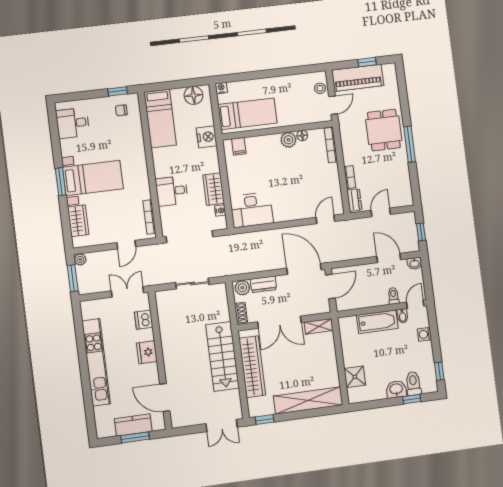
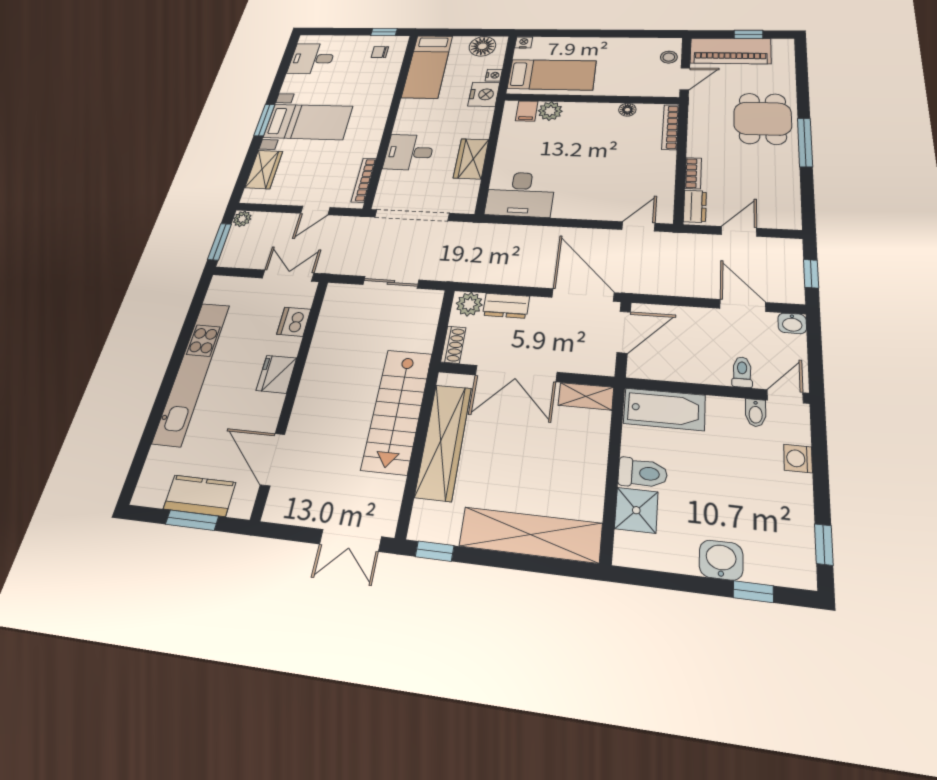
plant: (288, 140) -> (550, 111), moved
nightstand: (220, 210) -> (494, 75), moved
bathtub: (377, 322) -> (664, 409), moved
toilet: (413, 383) -> (643, 473), moved, turned 90

